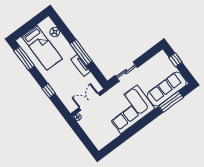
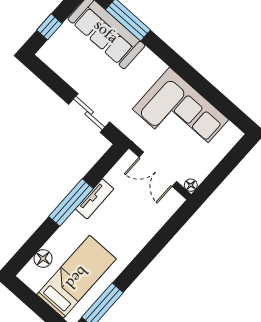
window: (49, 91) -> (153, 248), removed
corner sofa: (129, 109) -> (180, 114), moved

